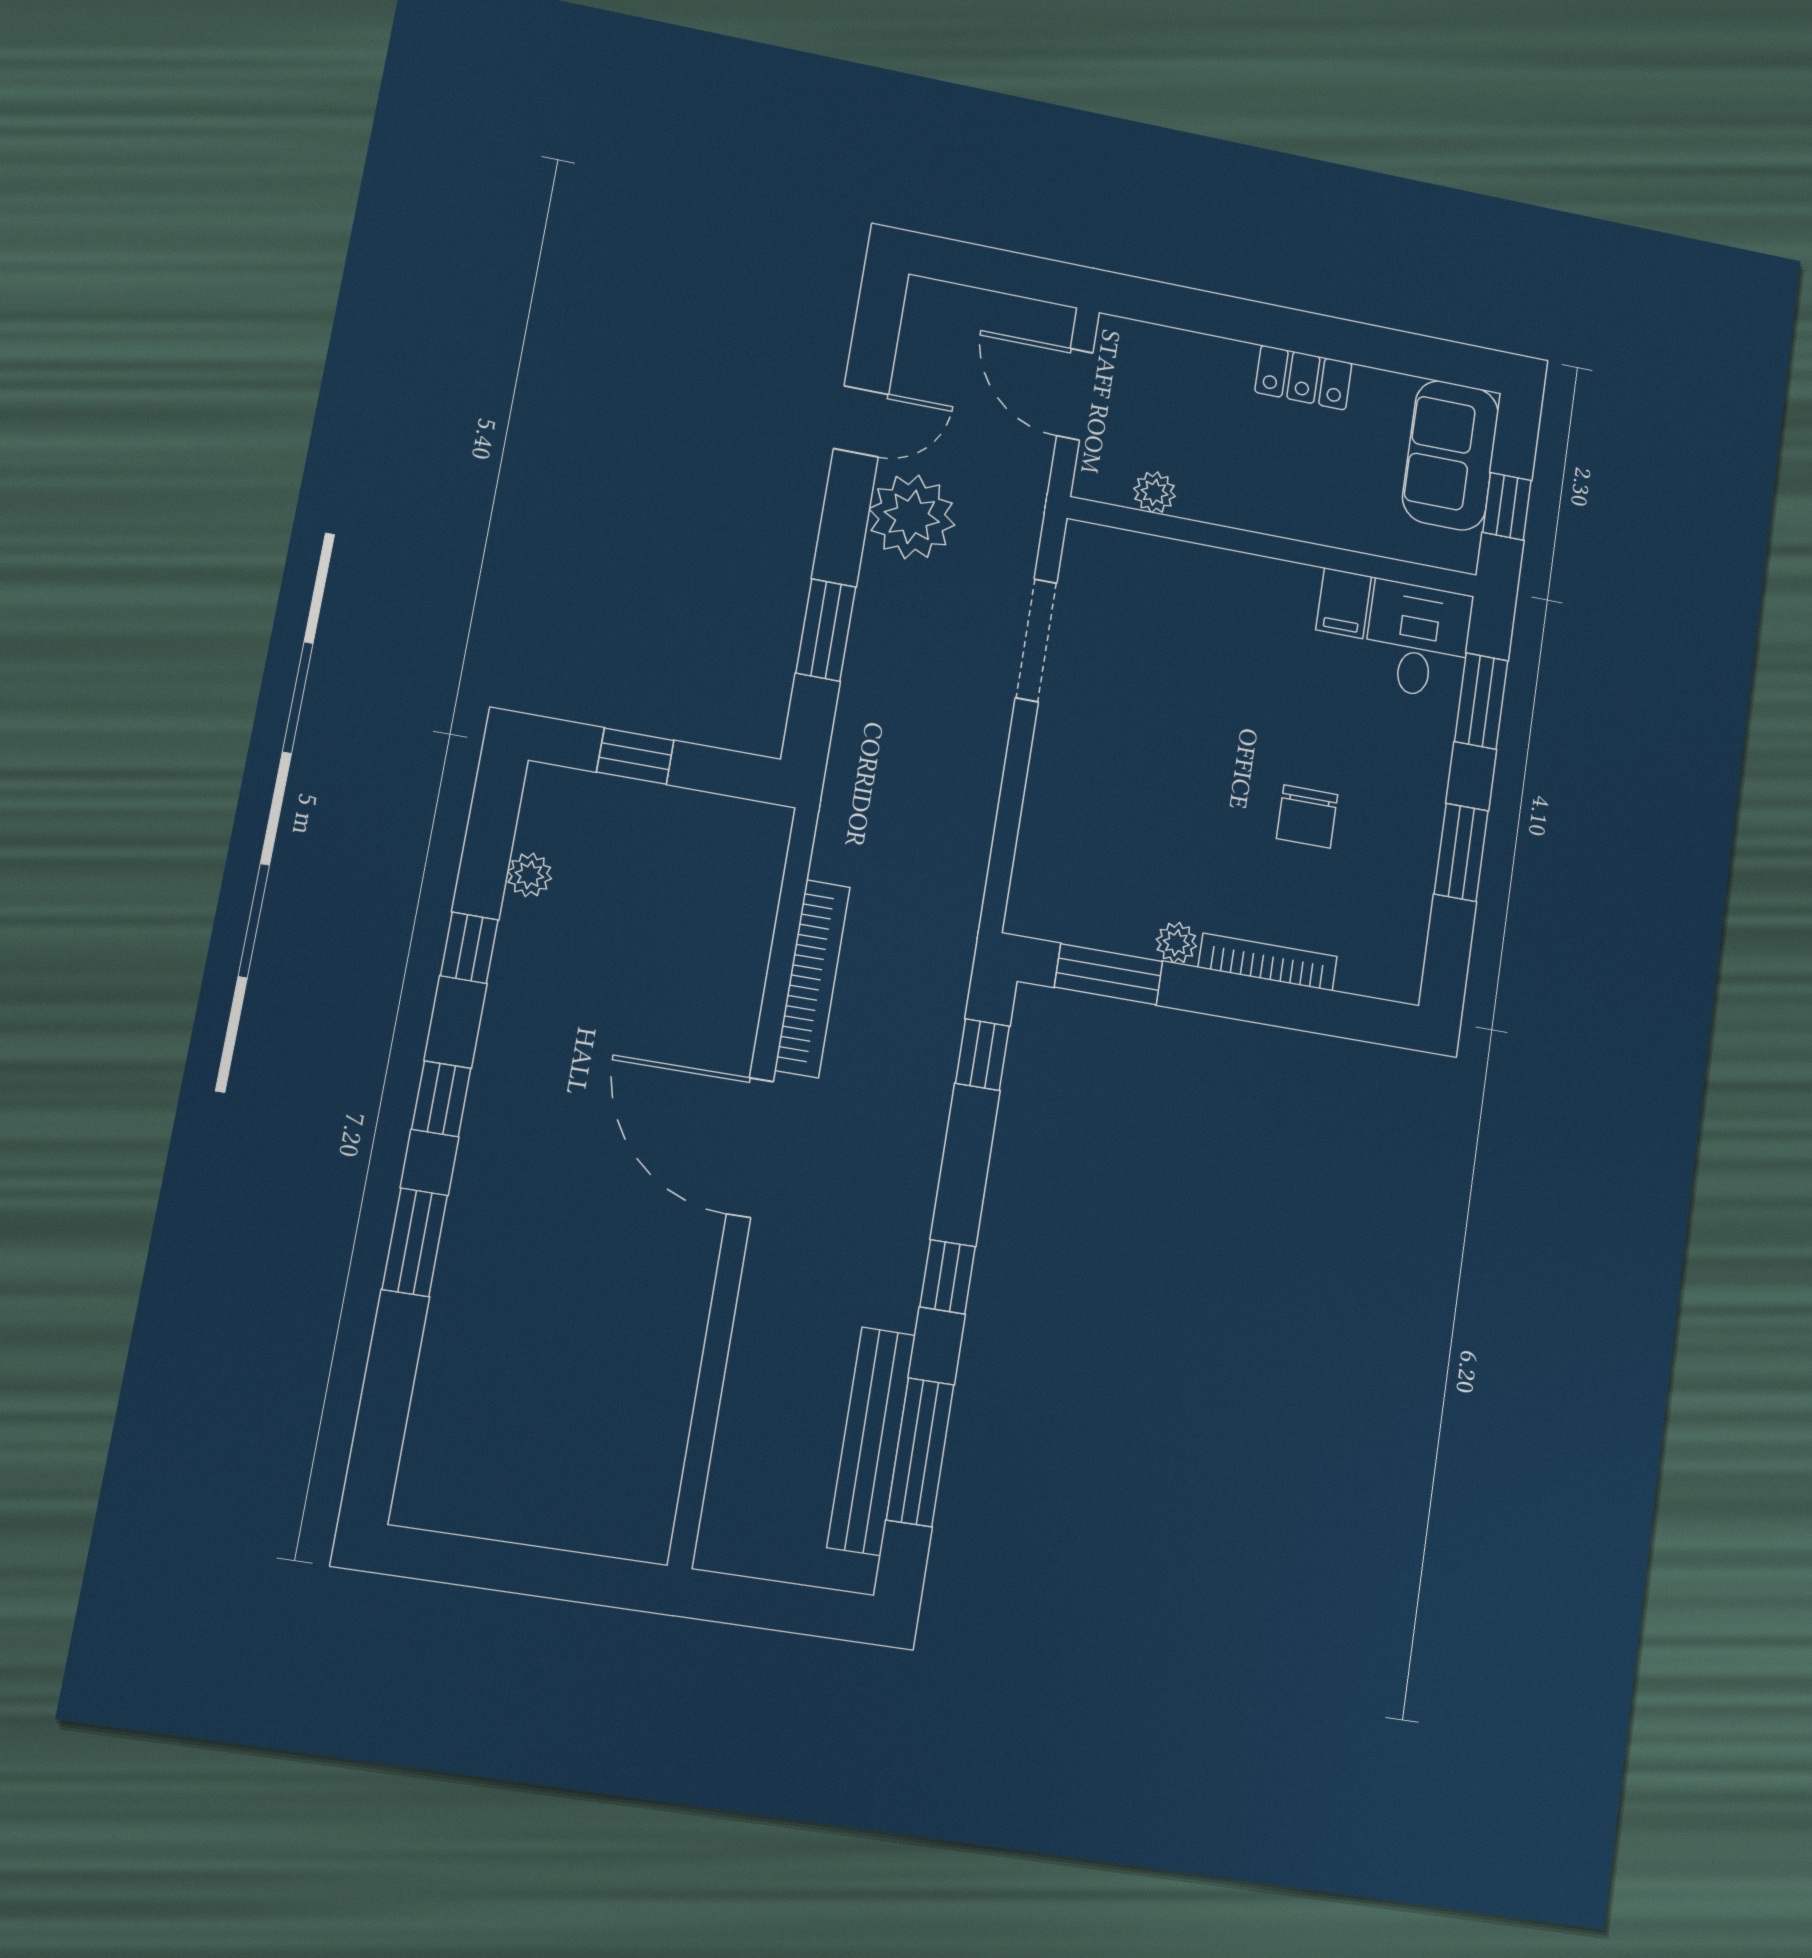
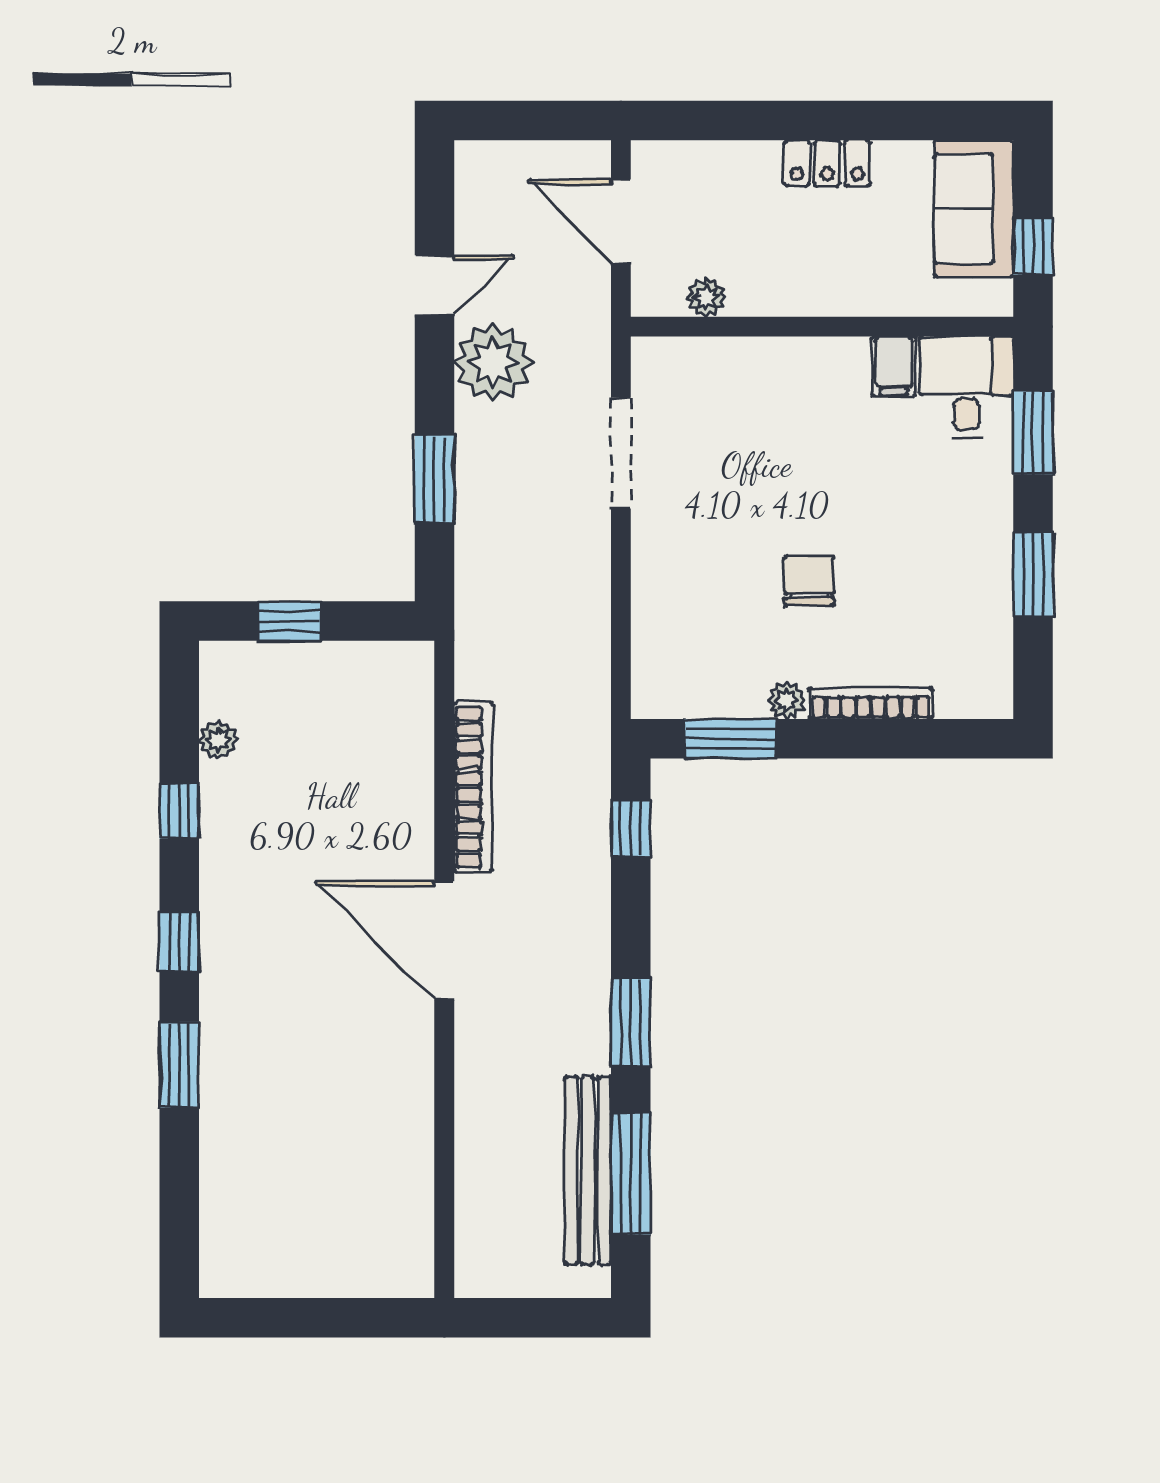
chair: (1307, 817) -> (809, 581), moved, turned 180
window: (948, 1277) -> (631, 1023), width x1.50

